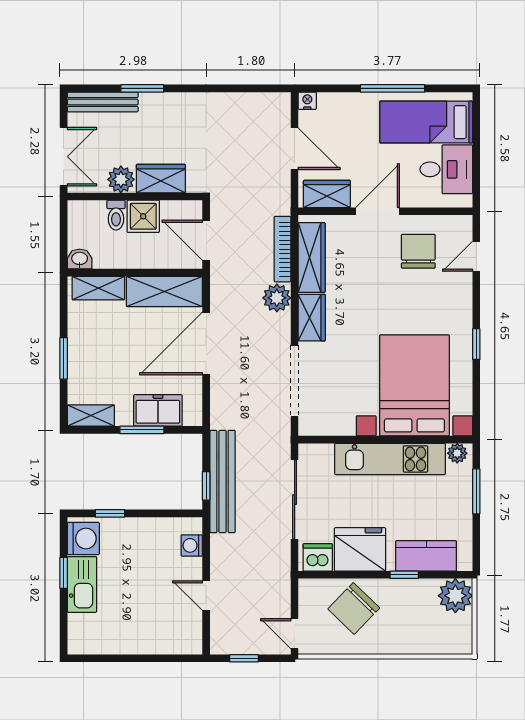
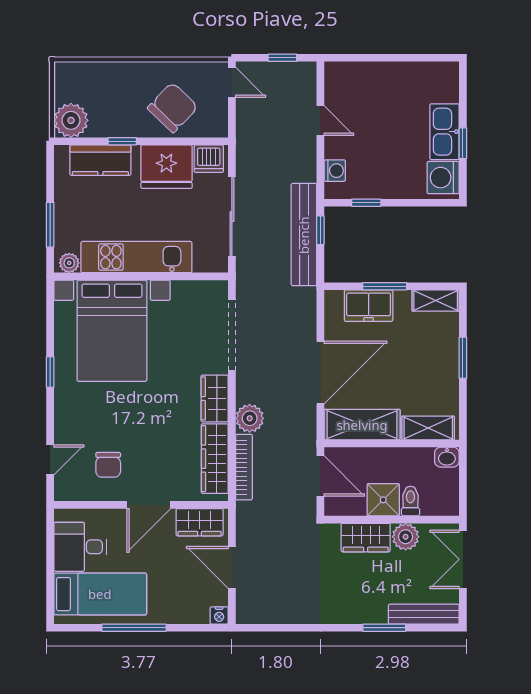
chair: (418, 251) -> (108, 465), width x0.73, depth x0.73
window: (110, 513) -> (366, 203), moved

